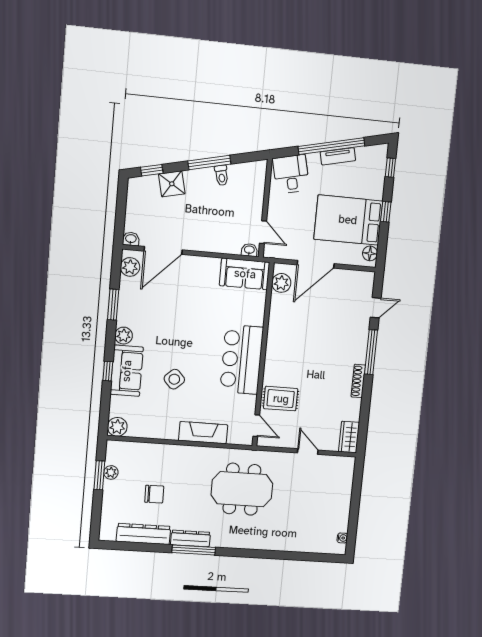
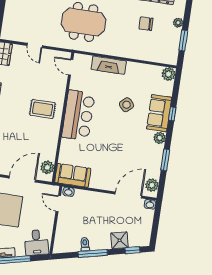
rug: (281, 399) -> (43, 109), moved
plant: (111, 472) -> (178, 23), moved

